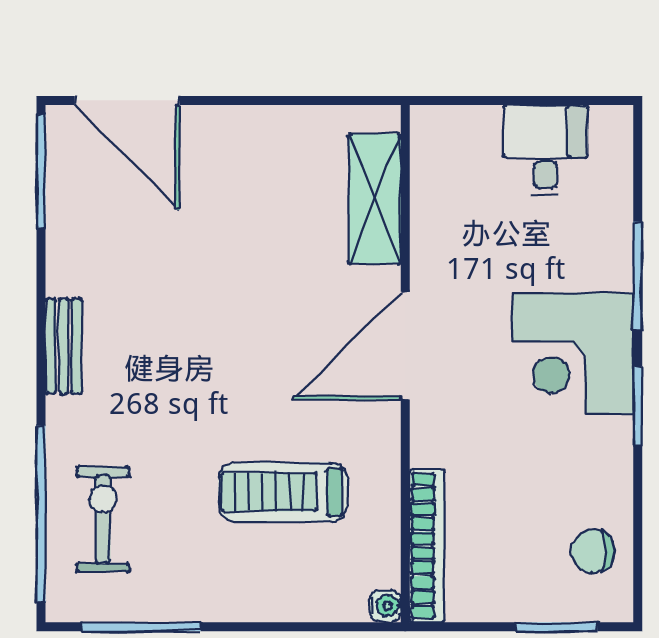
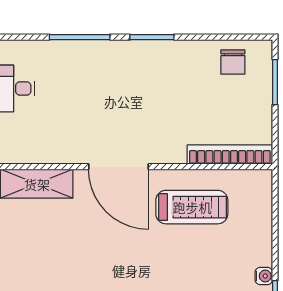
corner desk: (573, 353) -> (123, 73), removed
treadmill: (283, 492) -> (192, 207), moved, turned -90
water cooler: (385, 606) -> (264, 276), moved, turned 90

